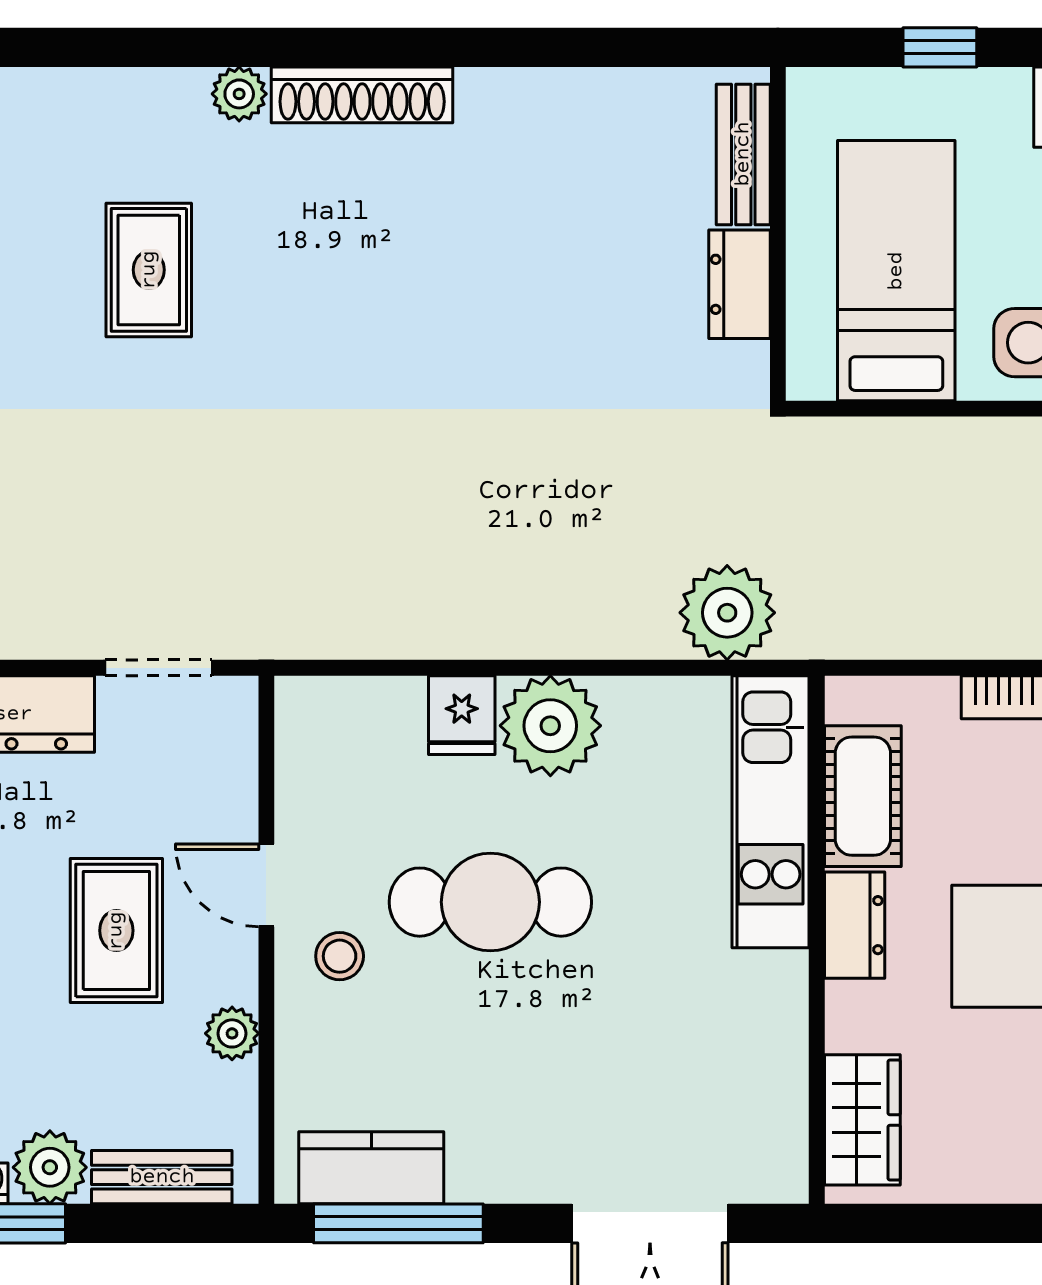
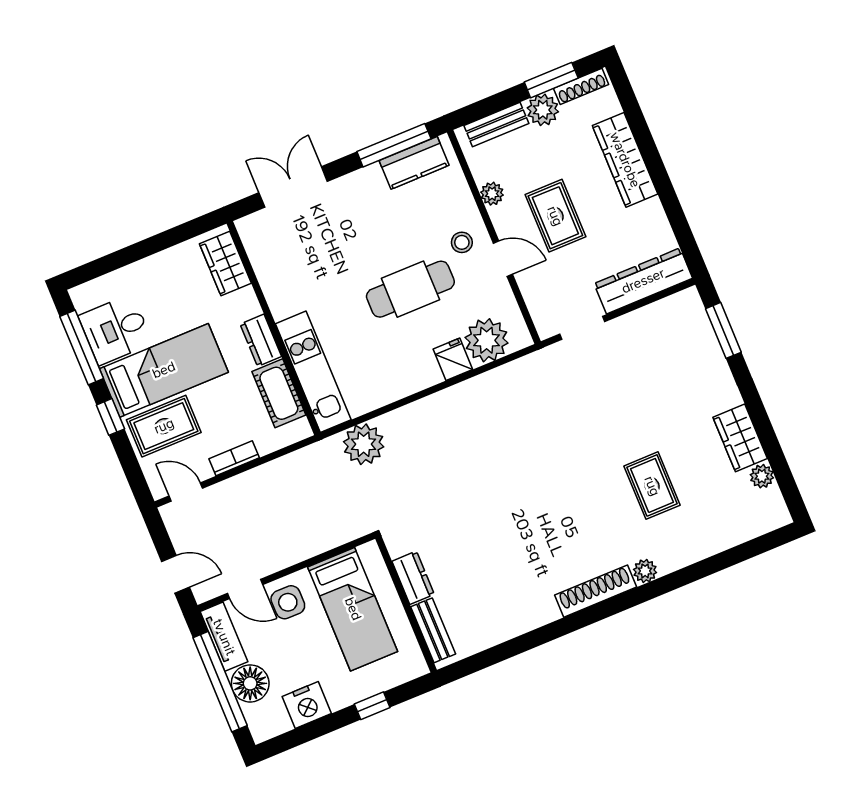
plant: (550, 726) -> (487, 340), moved

